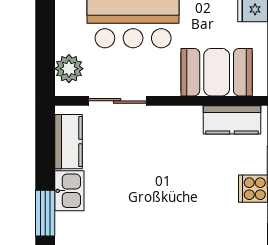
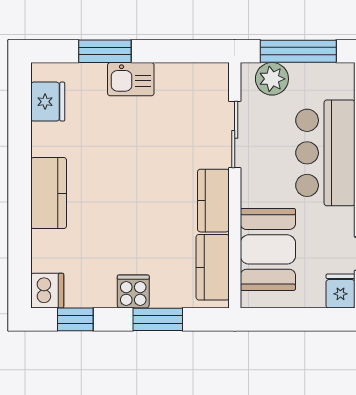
window: (45, 46) -> (298, 51), added
kitchen counter: (68, 142) -> (213, 201), moved, turned 90

